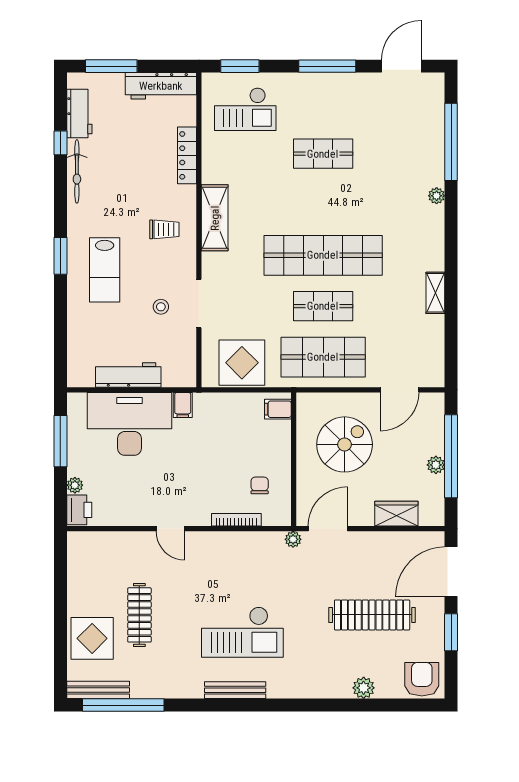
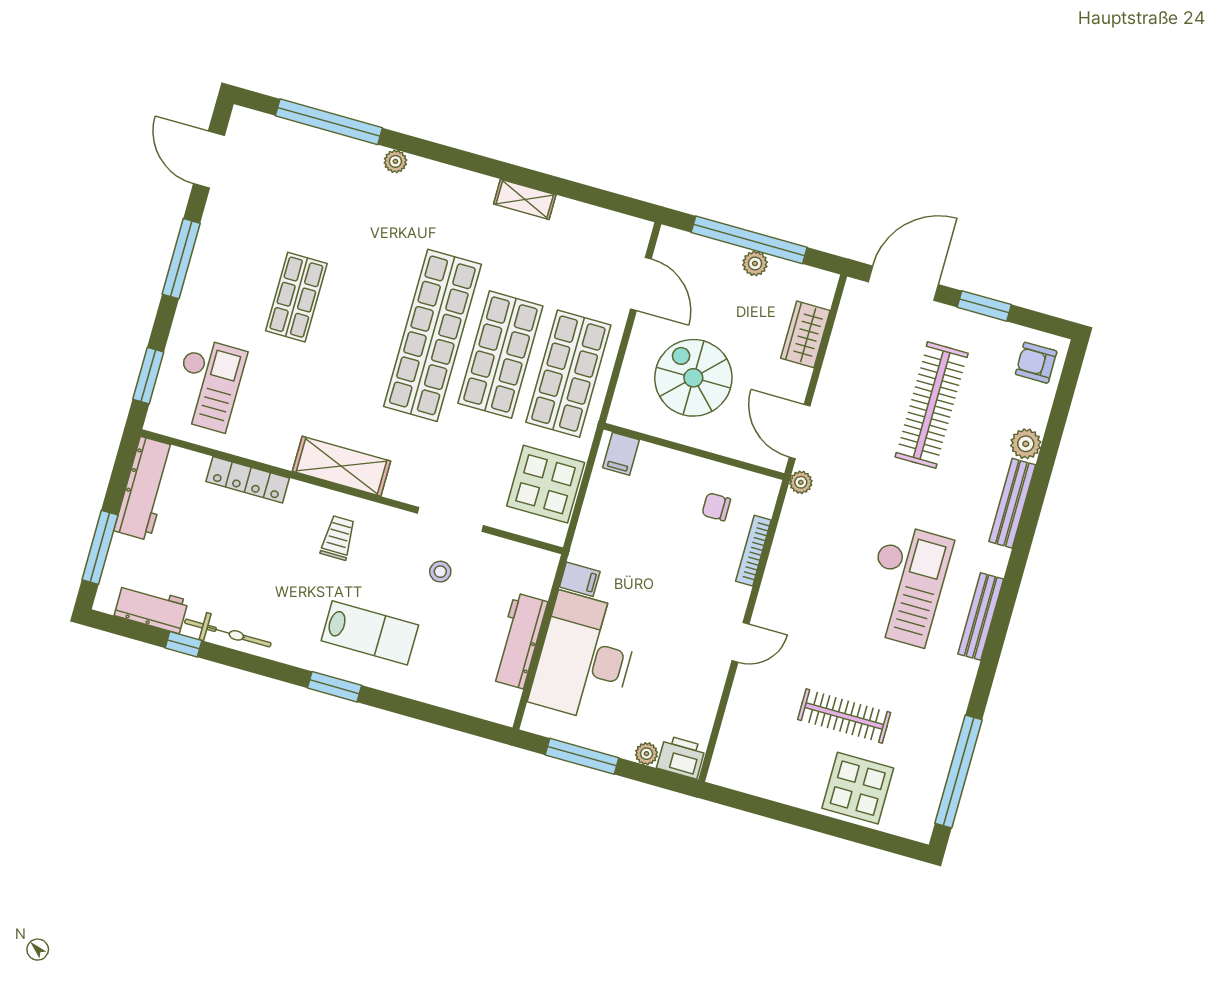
shop shelf: (323, 306) -> (500, 355), width x1.43, depth x1.36
door: (451, 572) -> (903, 283), swing flipped
armchair: (422, 679) -> (1036, 363), width x0.72, depth x0.72
bench: (98, 690) -> (1012, 503), moved

